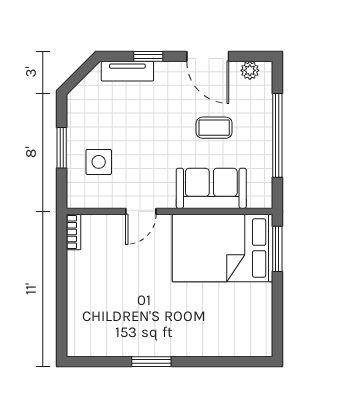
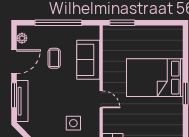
window: (148, 56) -> (14, 95), width x1.50
tv unit: (127, 71) -> (22, 101), width x1.41
bed: (222, 248) -> (155, 78), moved, turned 90

